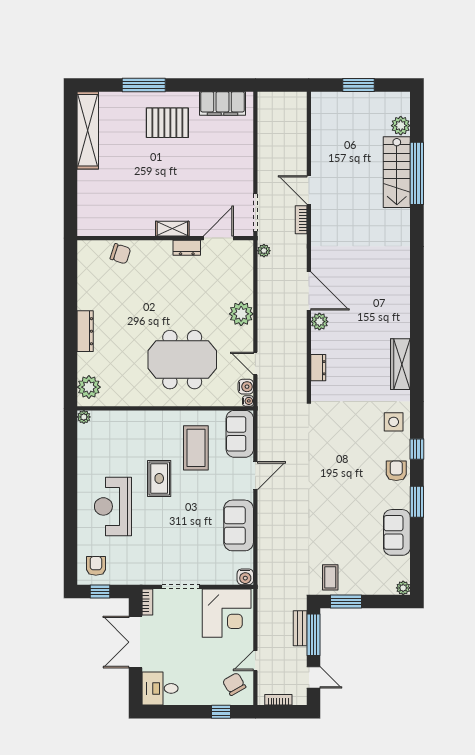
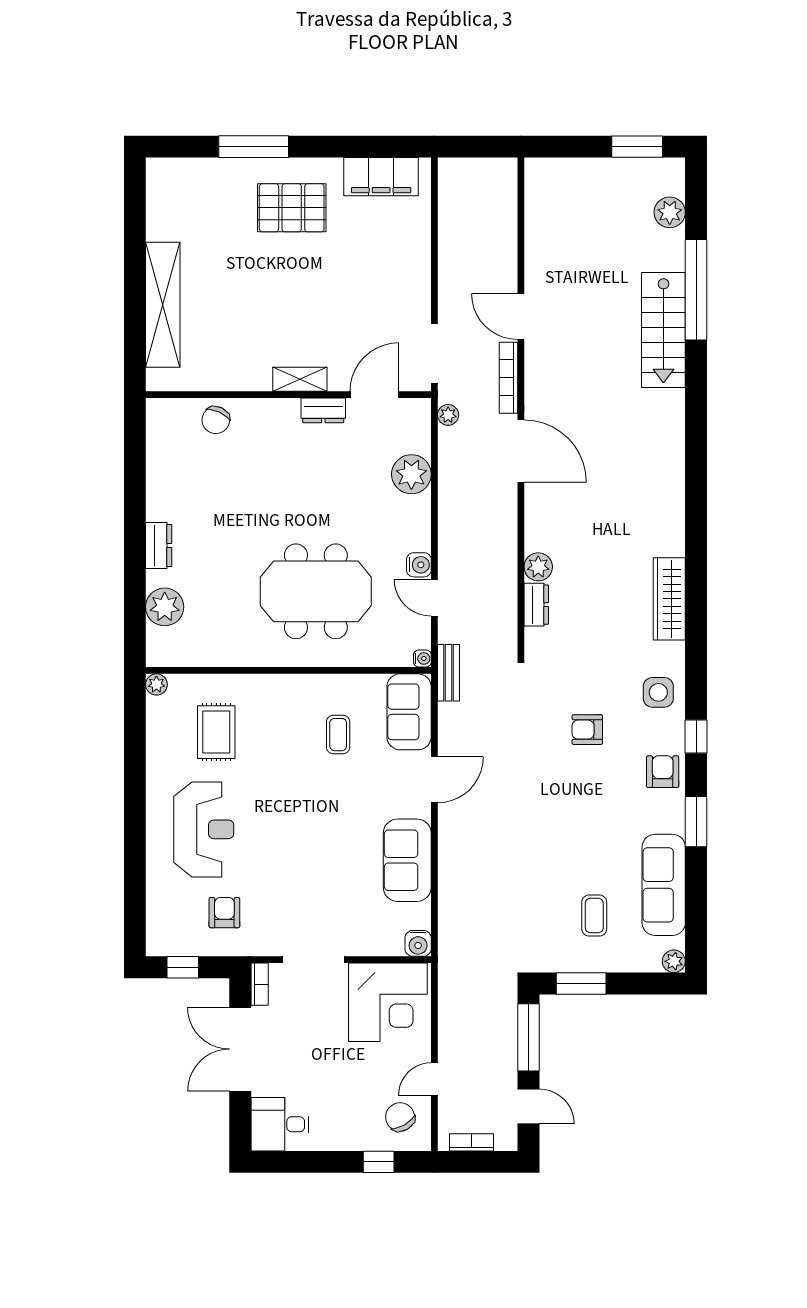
window: (358, 85) -> (637, 147), moved
shelving: (88, 130) -> (163, 305), moved
stairs: (397, 172) -> (663, 330), moved
bookcase: (301, 220) -> (509, 378), width x1.56
chair: (120, 254) -> (216, 420), turned 97
door: (309, 291) -> (521, 451), moved
plant: (241, 314) -> (411, 474), moved
plant: (319, 322) -> (538, 567), moved
dresser: (85, 331) -> (159, 546), width x0.70
plant: (89, 387) -> (165, 607), moved
water cooler: (246, 387) -> (419, 565), moved
armchair: (350, 445) -> (587, 730), added
coffee table: (196, 448) -> (338, 735), width x0.54, depth x0.58
rug: (159, 478) -> (216, 732), moved
reception desk: (113, 506) -> (204, 829), turned 180
sofa: (397, 532) -> (664, 885), width x1.36
armchair: (96, 566) -> (224, 913), moved
coffee table: (330, 577) -> (594, 916), moved
bench: (300, 628) -> (448, 673), moved

